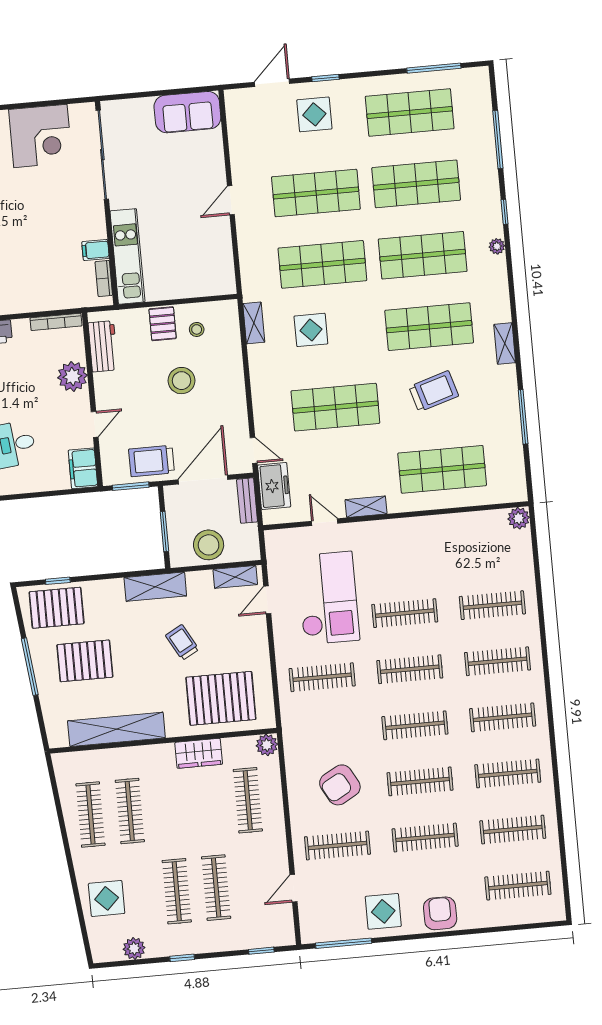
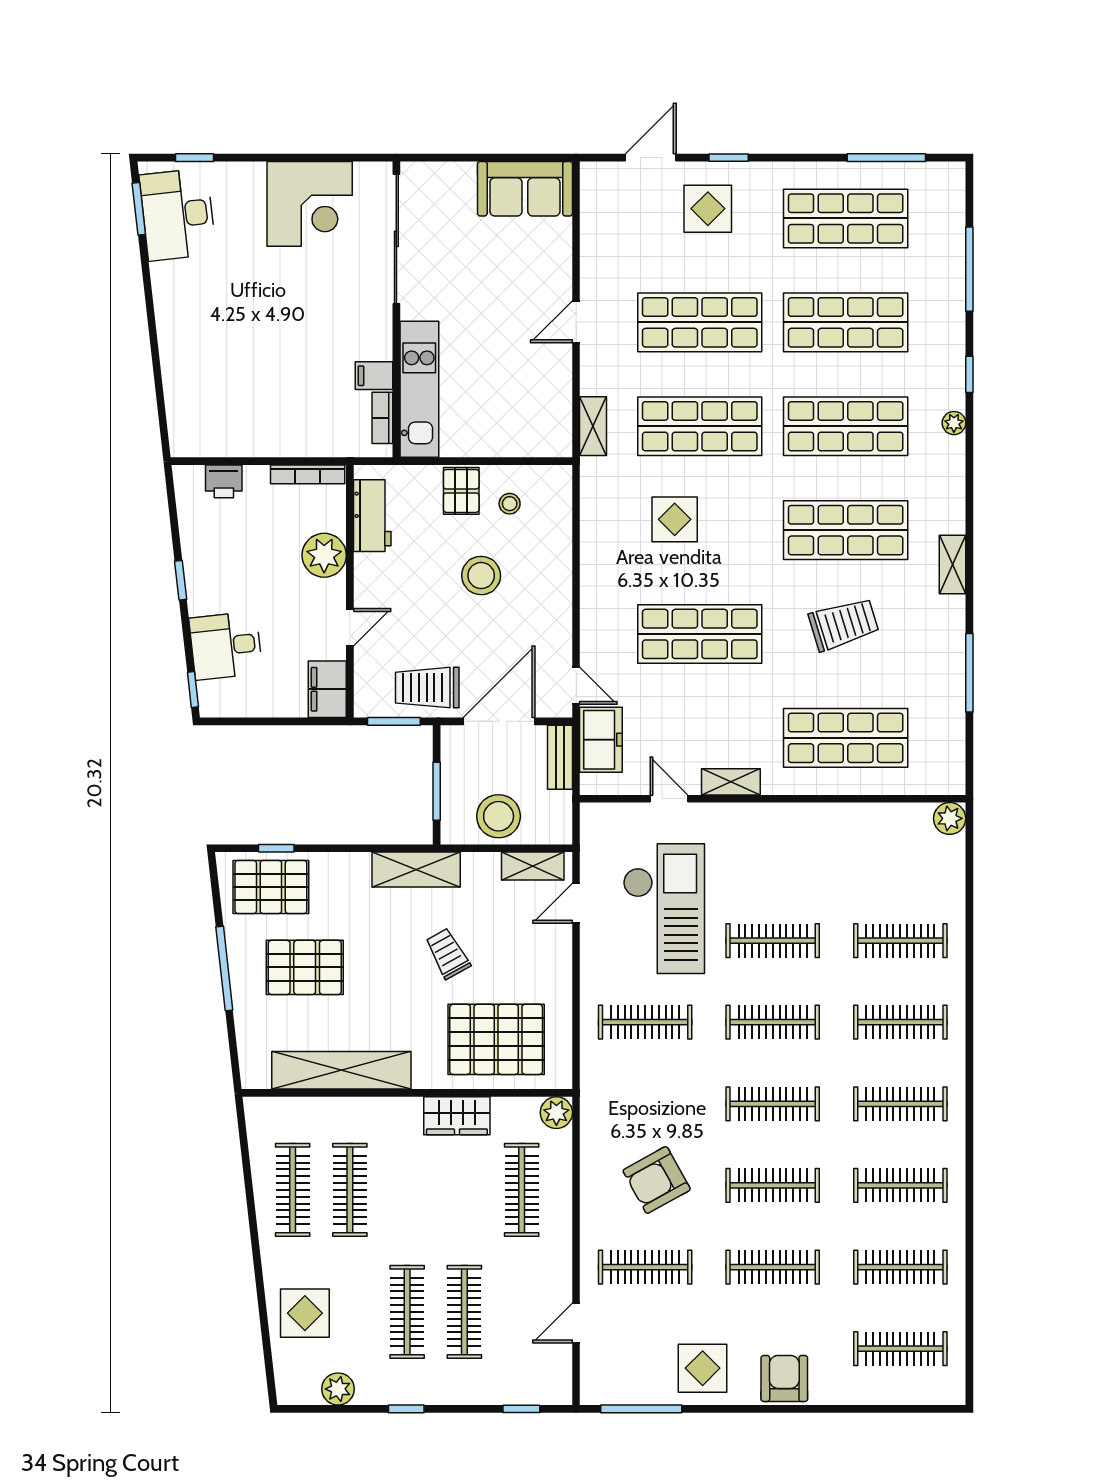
shelving: (254, 323) -> (593, 426), moved

